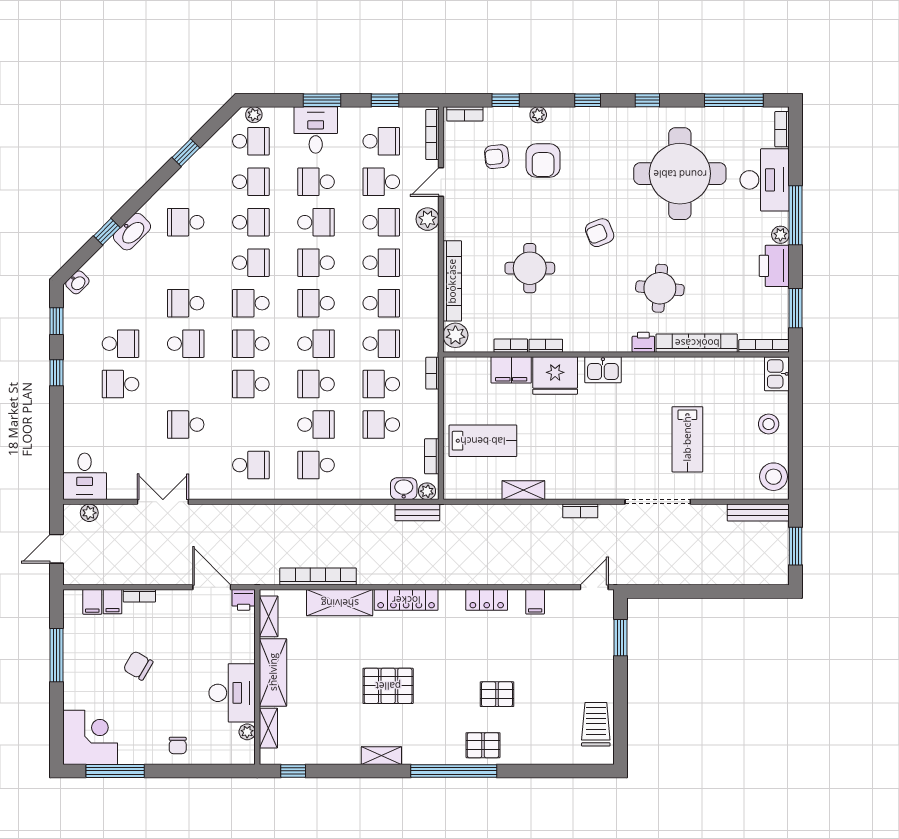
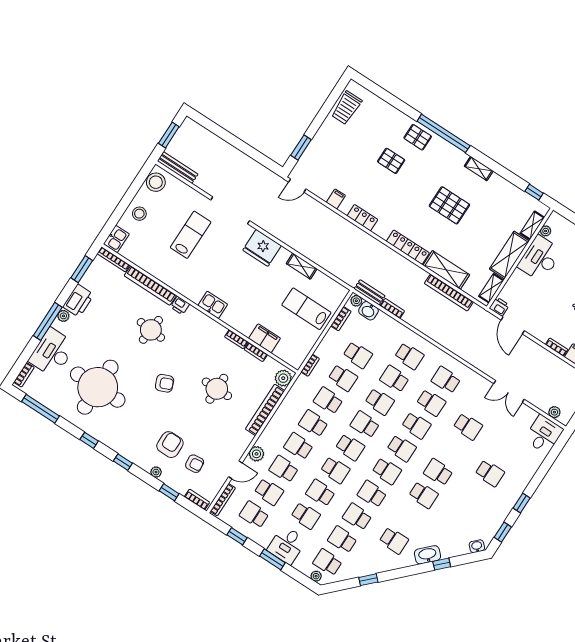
school desk: (120, 344) -> (431, 403), moved, turned 180
fridge: (555, 375) -> (262, 248), moved, turned 180
bookcase: (580, 511) -> (392, 308), moved

